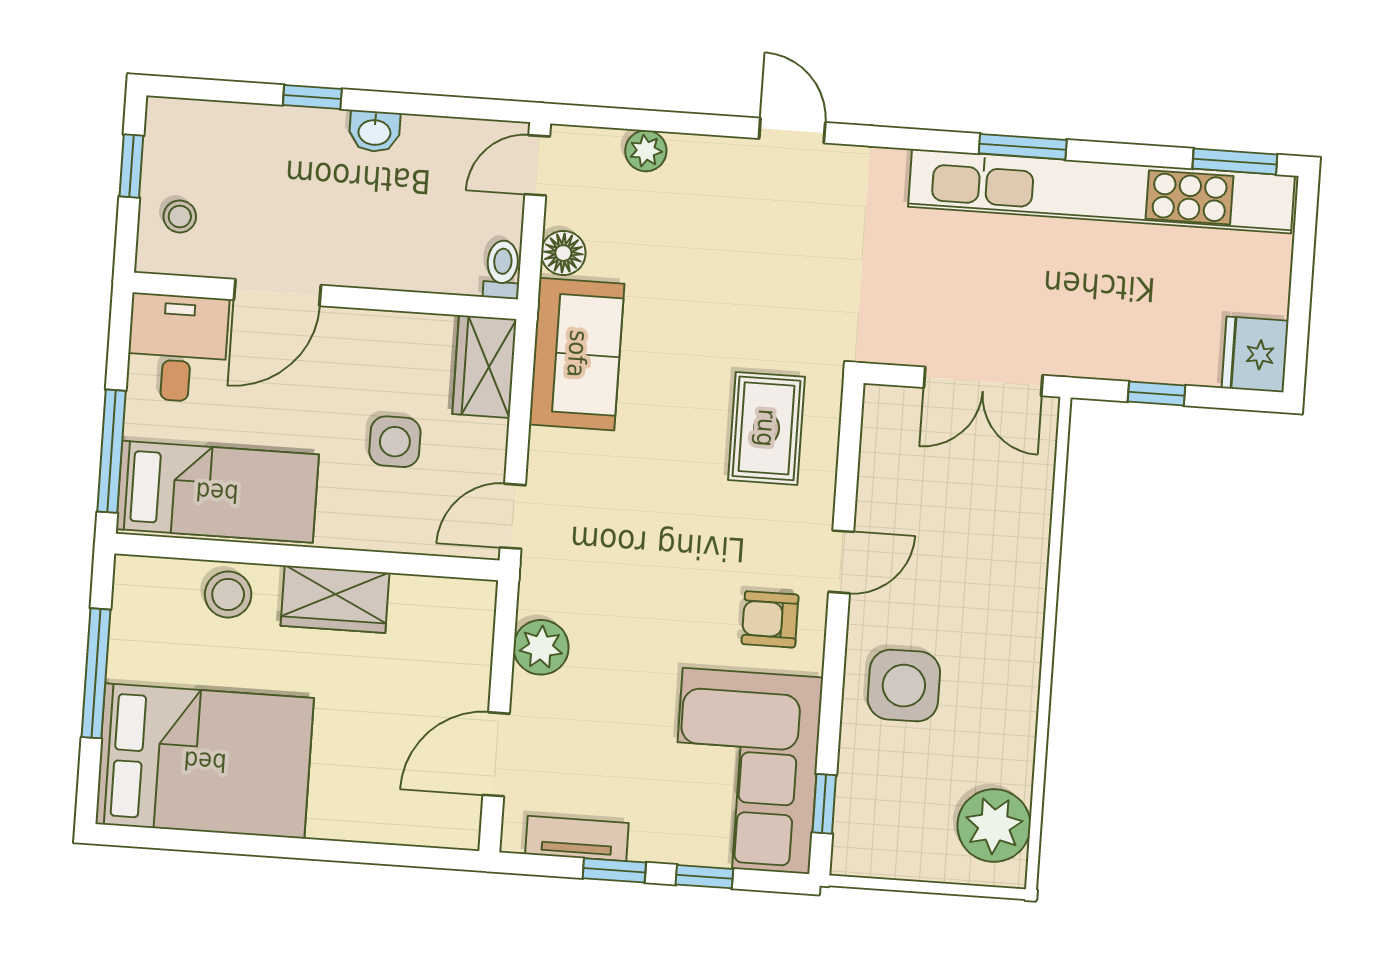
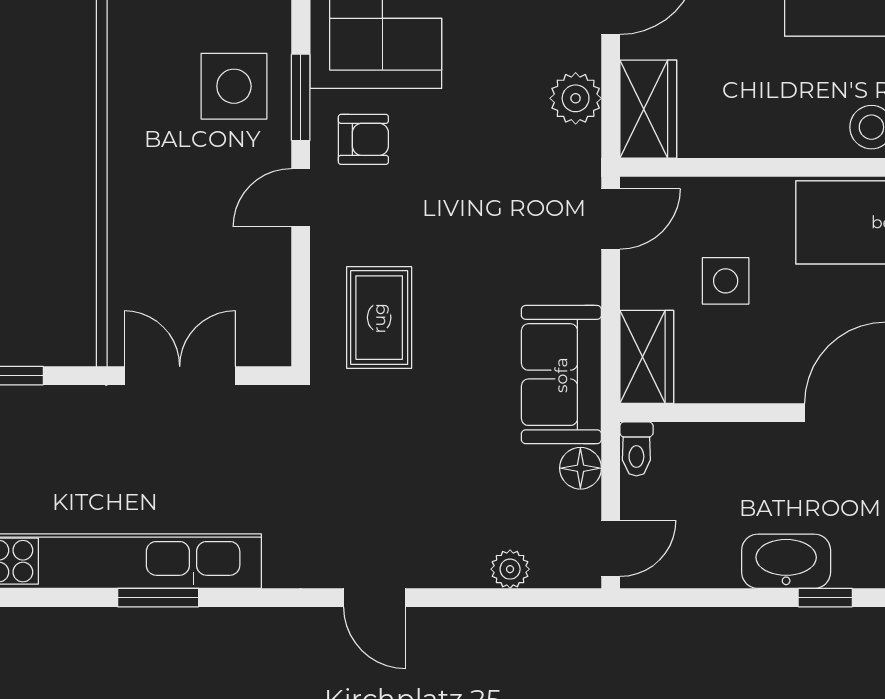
washbasin: (375, 131) -> (786, 561), width x1.91, depth x1.45
wardrobe: (335, 599) -> (648, 109), moved, turned 90
window: (834, 669) -> (301, 97), added

